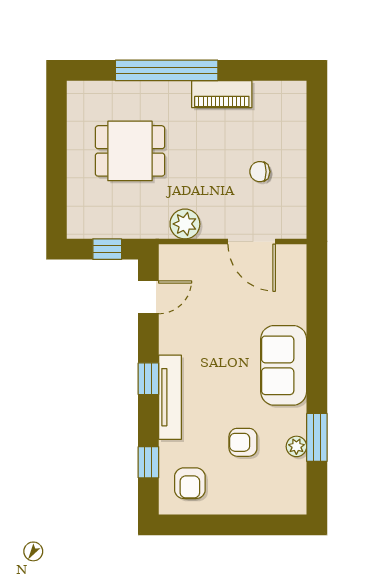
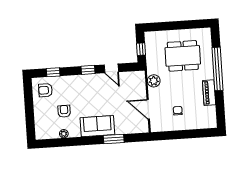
dining table: (130, 151) -> (183, 56), width x1.37
door: (252, 241) -> (148, 109), hinge flipped
door: (148, 297) -> (111, 68), moved
tv unit: (170, 397) -> (81, 79), removed
window: (317, 437) -> (114, 139), moved

